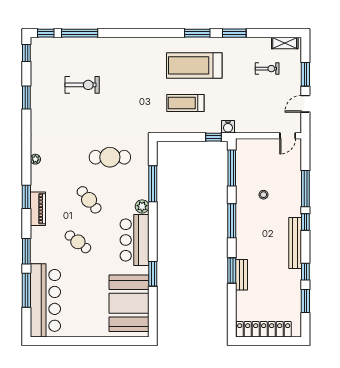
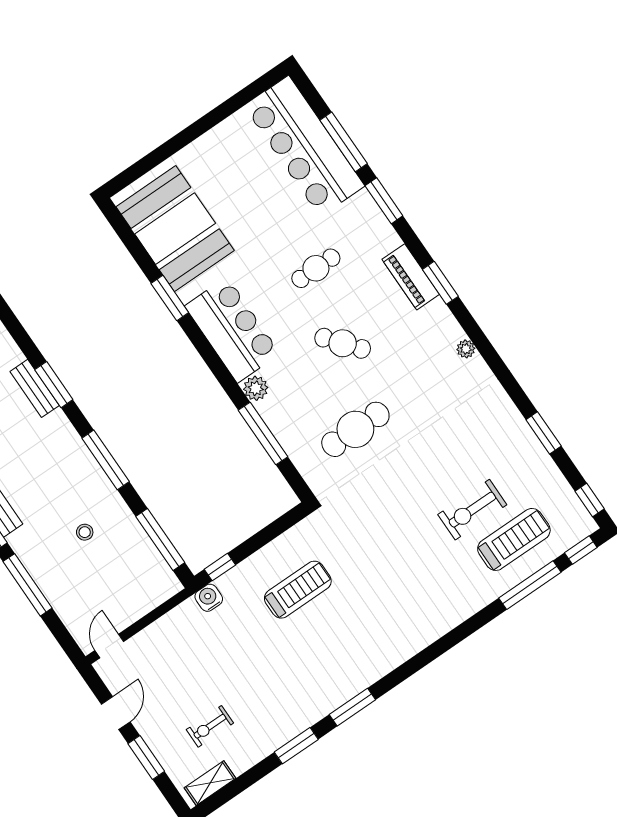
treadmill: (194, 65) -> (514, 539), moved, width x0.73, depth x0.73
cafe table: (78, 242) -> (316, 268), turned -38

